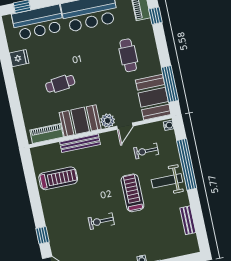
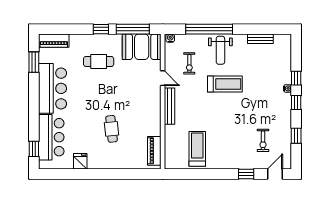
window: (155, 16) -> (101, 29), moved
booth: (80, 121) -> (149, 118), removed
plant: (108, 121) -> (154, 93), removed
bench: (80, 143) -> (170, 106), moved
treadmill: (132, 193) -> (225, 84), turned 180
exercise bike: (101, 221) -> (263, 140), moved

